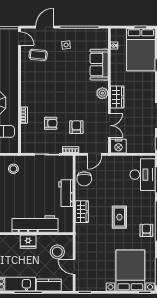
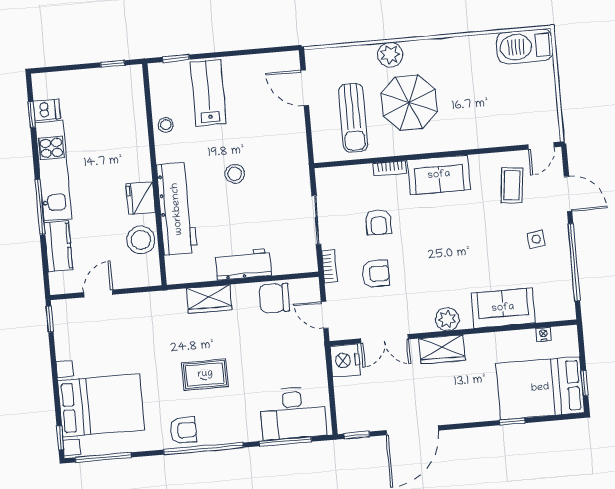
sofa: (30, 91) -> (439, 175), added
stool: (13, 169) -> (235, 174), moved
stool: (57, 252) -> (141, 240), moved

